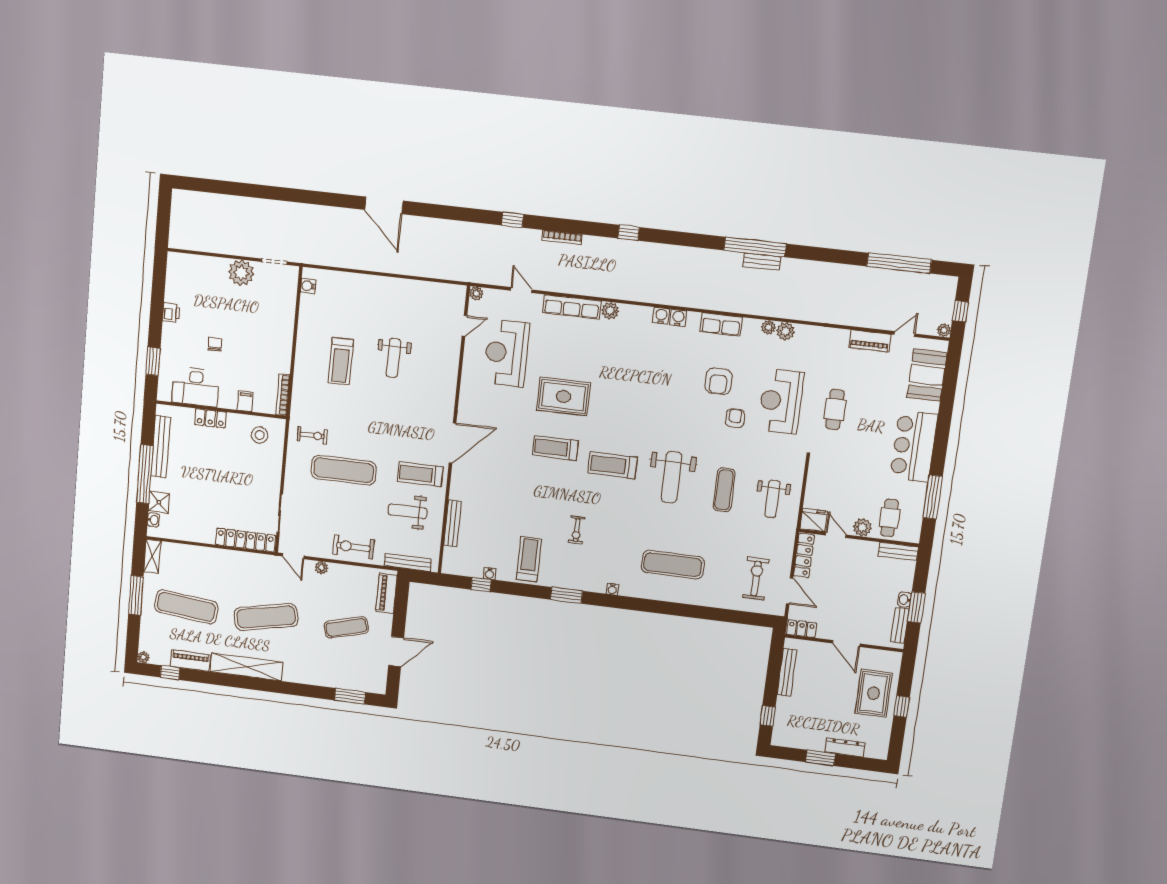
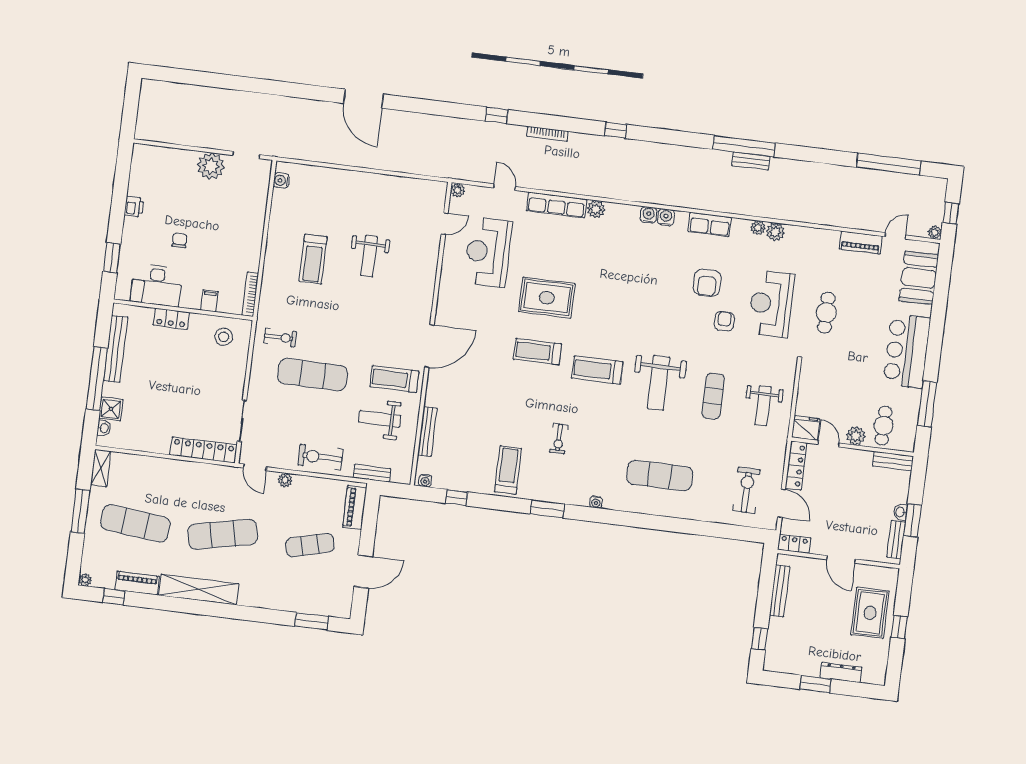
bench: (408, 562) -> (372, 473), width x0.73
water cooler: (490, 574) -> (425, 481), moved

